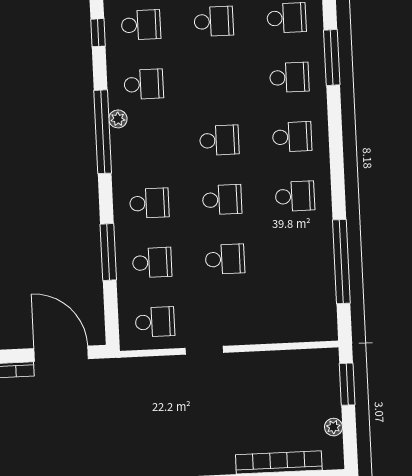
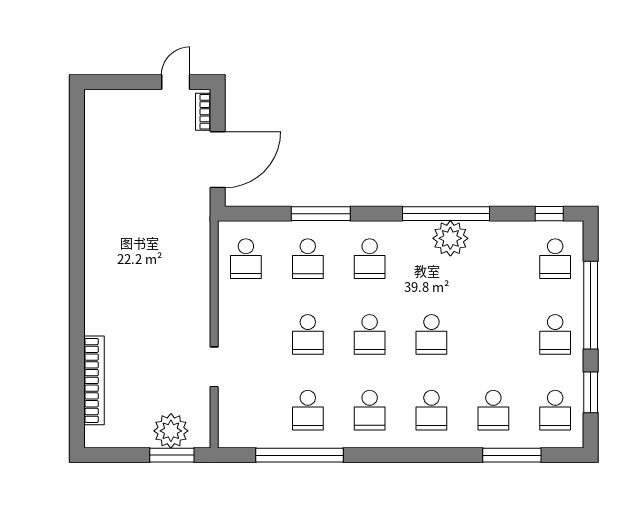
school desk: (144, 84) -> (308, 410), moved
plant: (118, 119) -> (450, 238), width x1.88, depth x1.88
doorway: (204, 350) -> (214, 367), moved
plant: (333, 427) -> (171, 431), moved, width x1.88, depth x1.88

